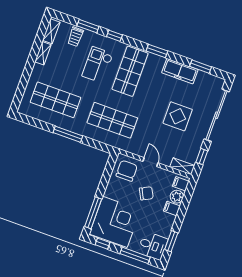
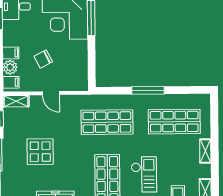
shelving: (43, 53) -> (205, 151), moved
chair: (127, 171) -> (72, 75), removed

